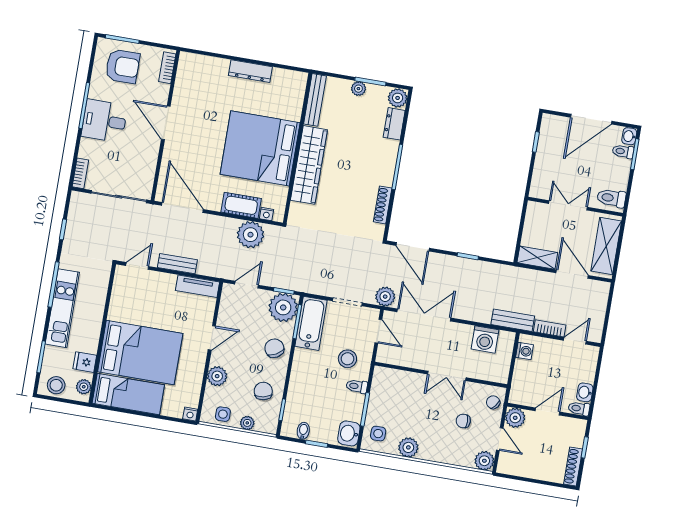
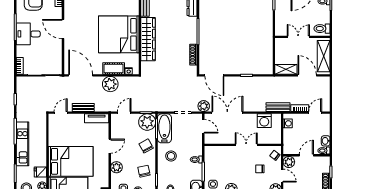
plant: (250, 235) -> (110, 84), moved
stool: (347, 359) -> (171, 156), moved
double door: (447, 376) -> (246, 145), swing flipped

